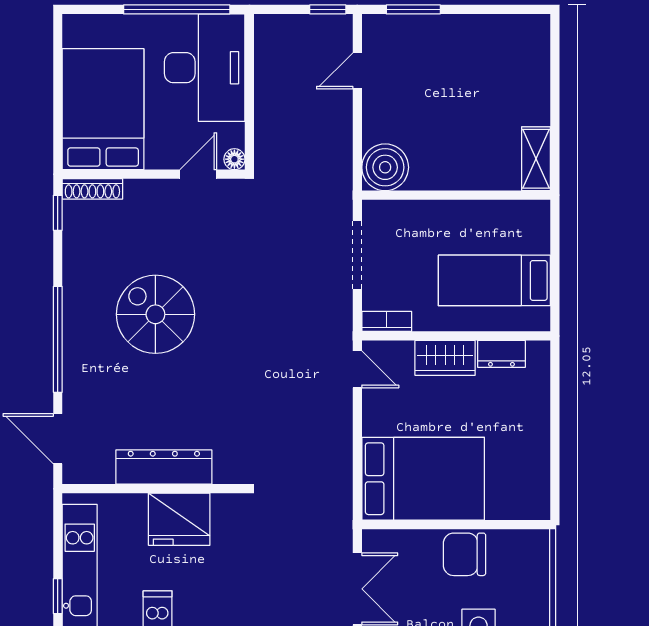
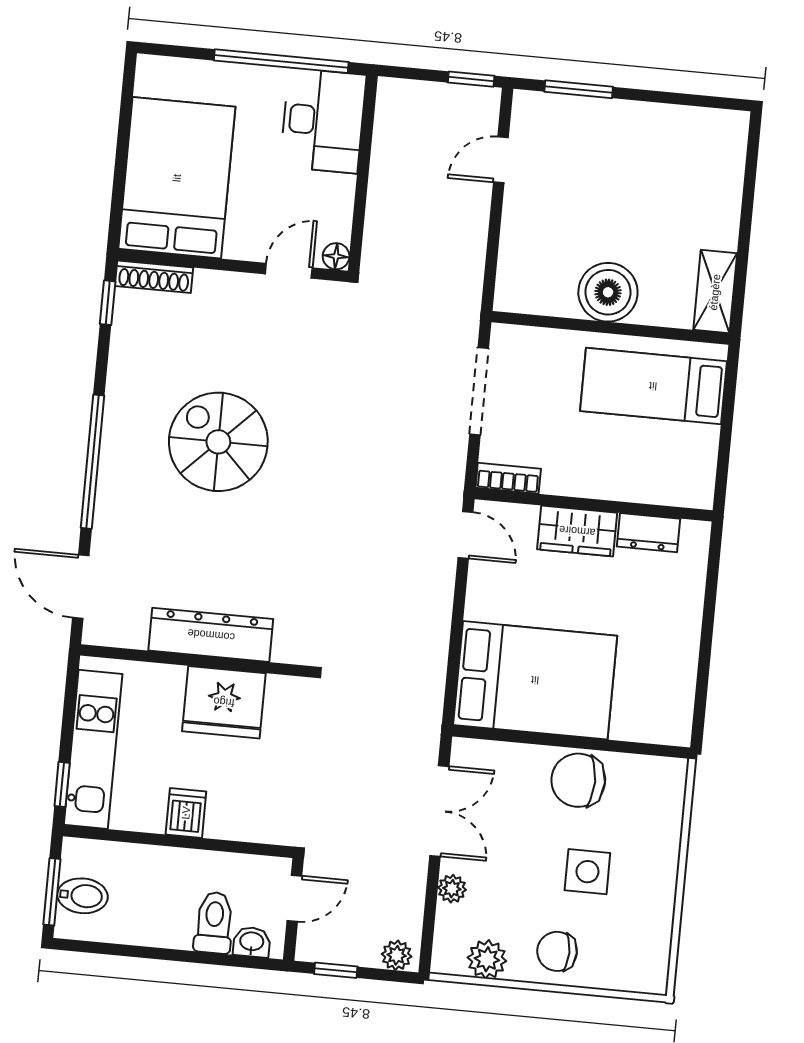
desk: (205, 68) -> (323, 121), width x0.73, depth x0.77
boiler: (385, 167) -> (608, 292), moved
bed: (494, 280) -> (653, 386), moved

